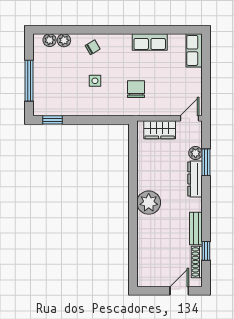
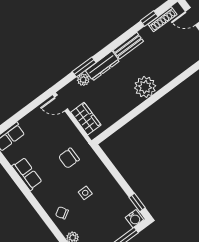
water cooler: (40, 107) -> (134, 219), added
bench: (196, 229) -> (128, 46), moved

